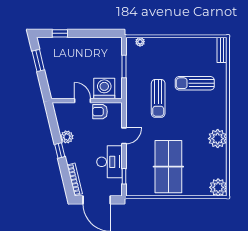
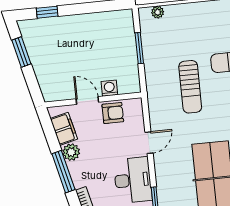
washing machine: (104, 88) -> (109, 88), width x0.53, depth x0.53
armchair: (100, 112) -> (113, 113), turned 180
filing cabinet: (63, 119) -> (64, 129), added
window: (60, 150) -> (63, 172), width x2.17

